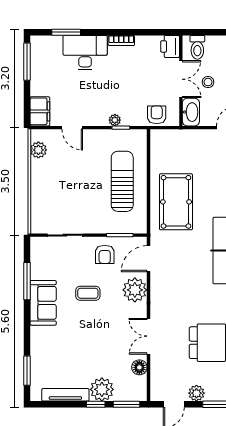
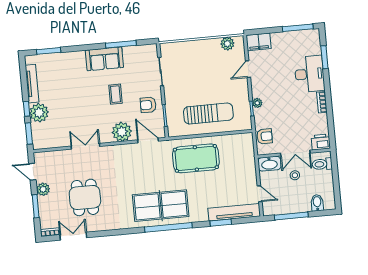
floor lamp: (139, 367) -> (60, 141), removed

